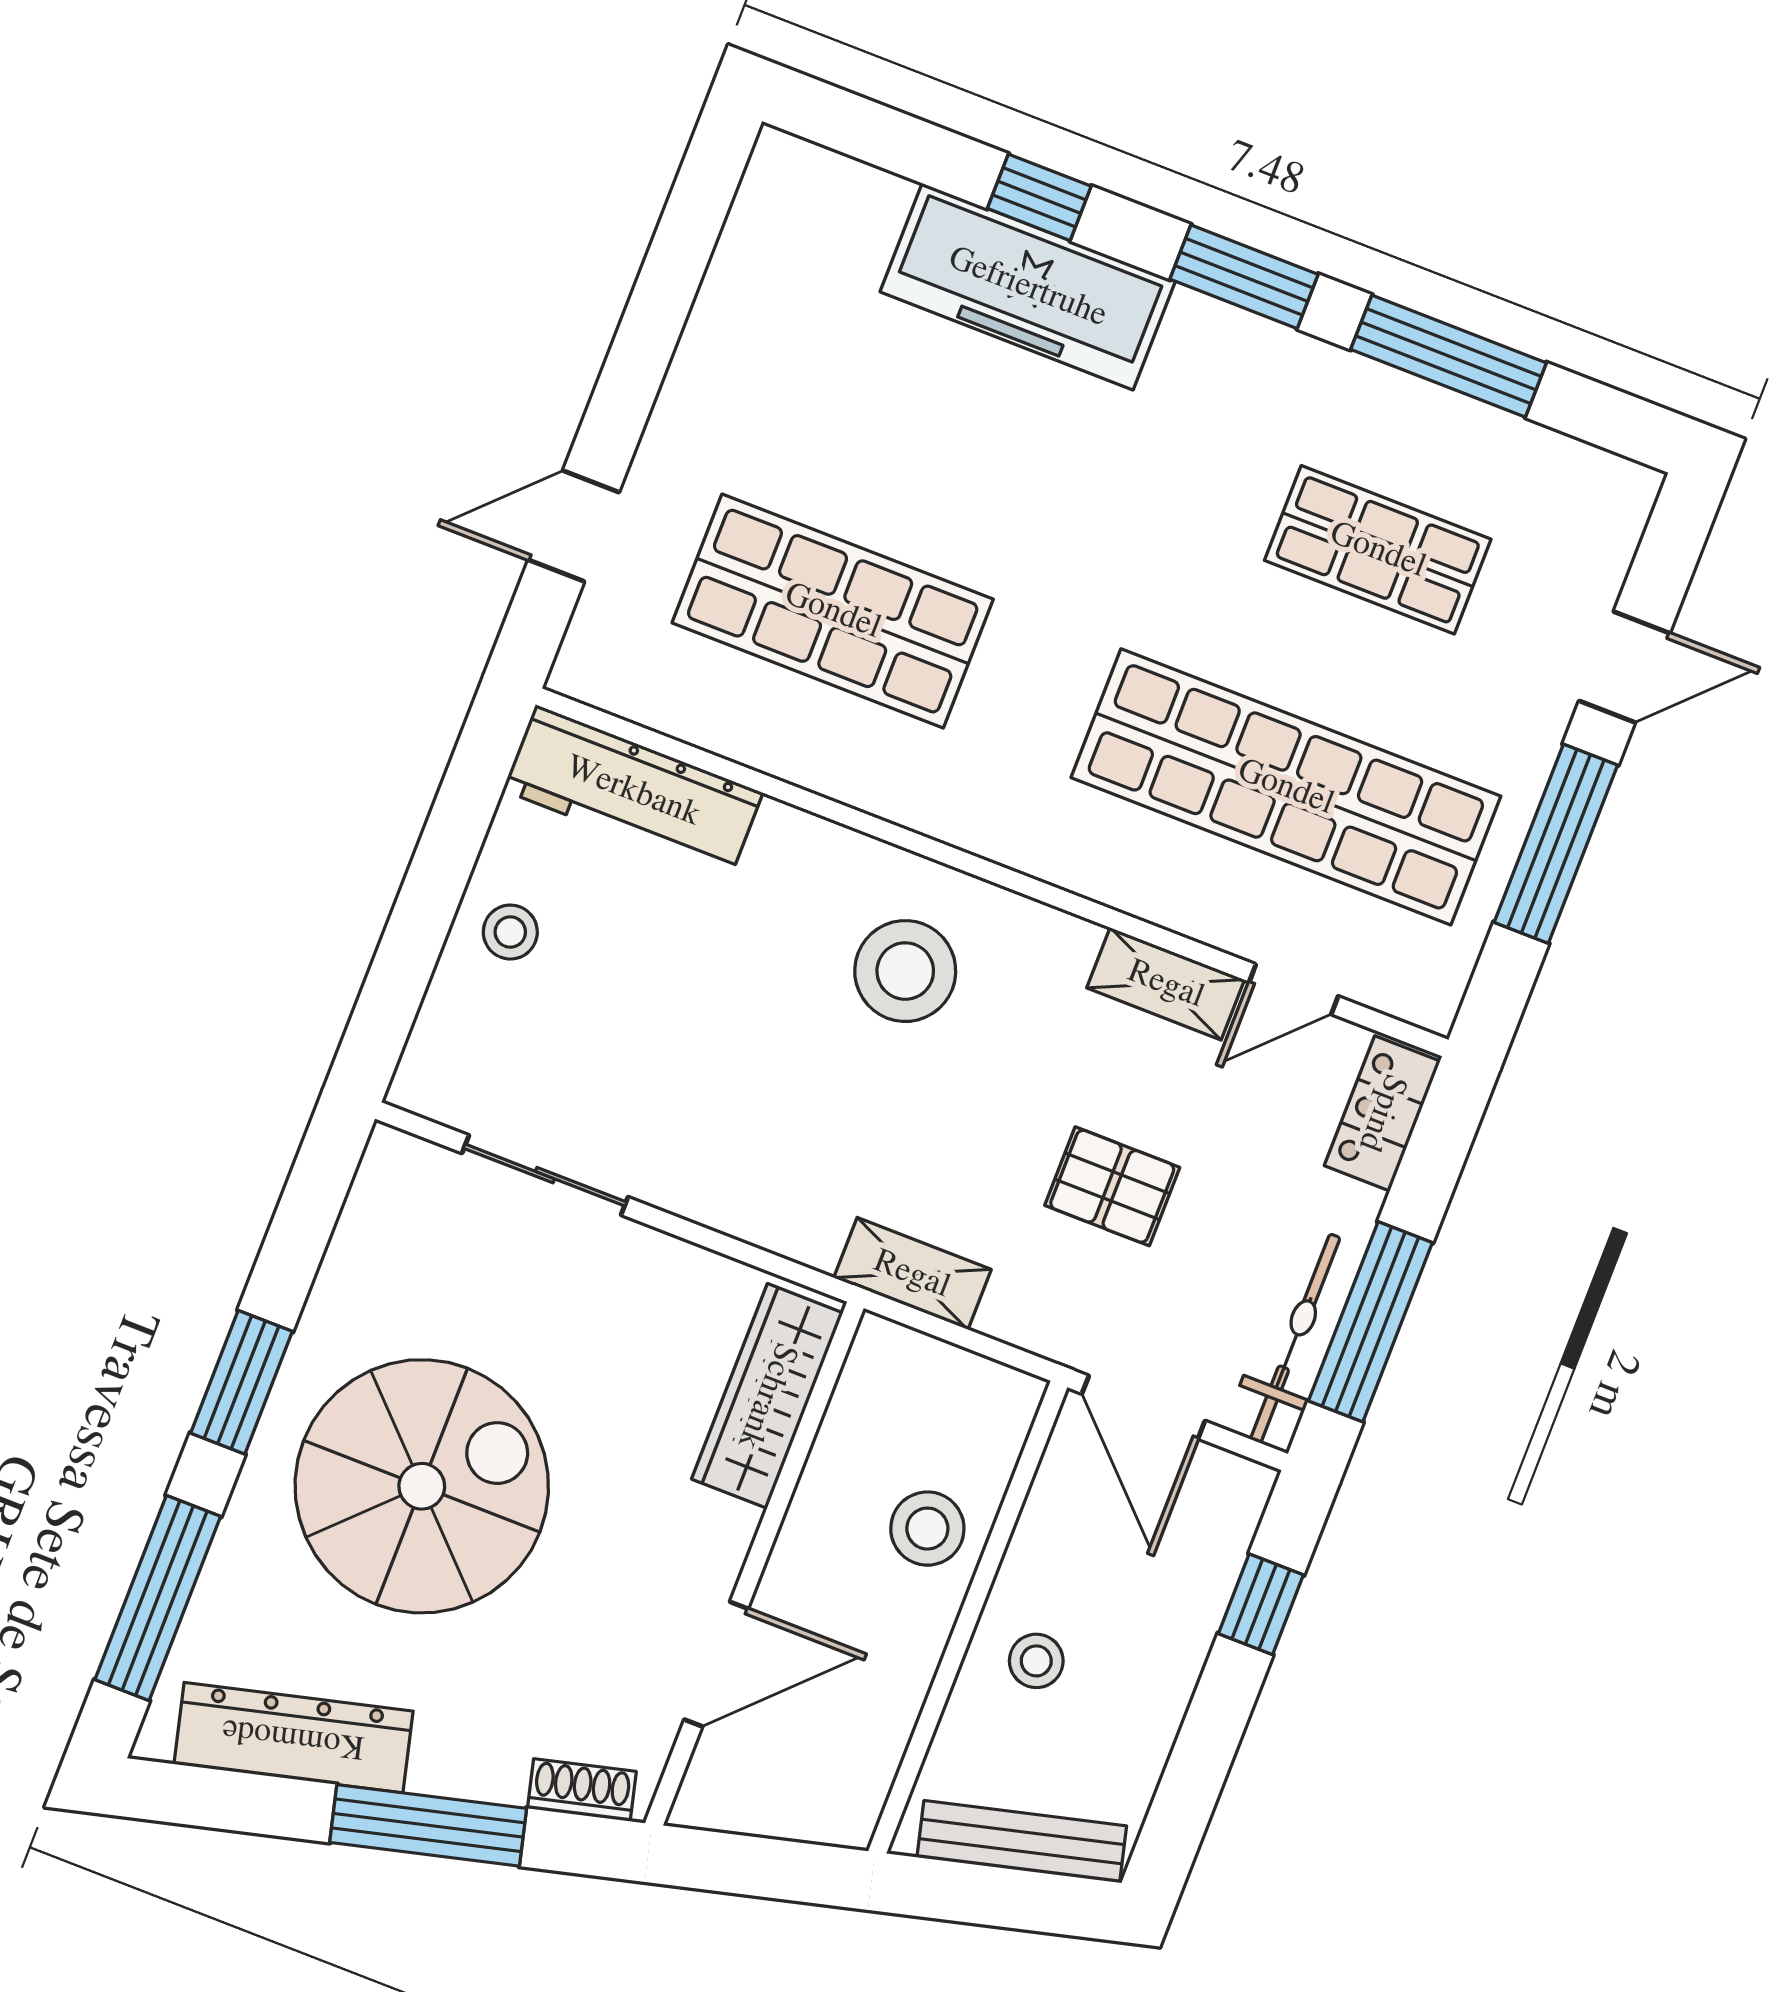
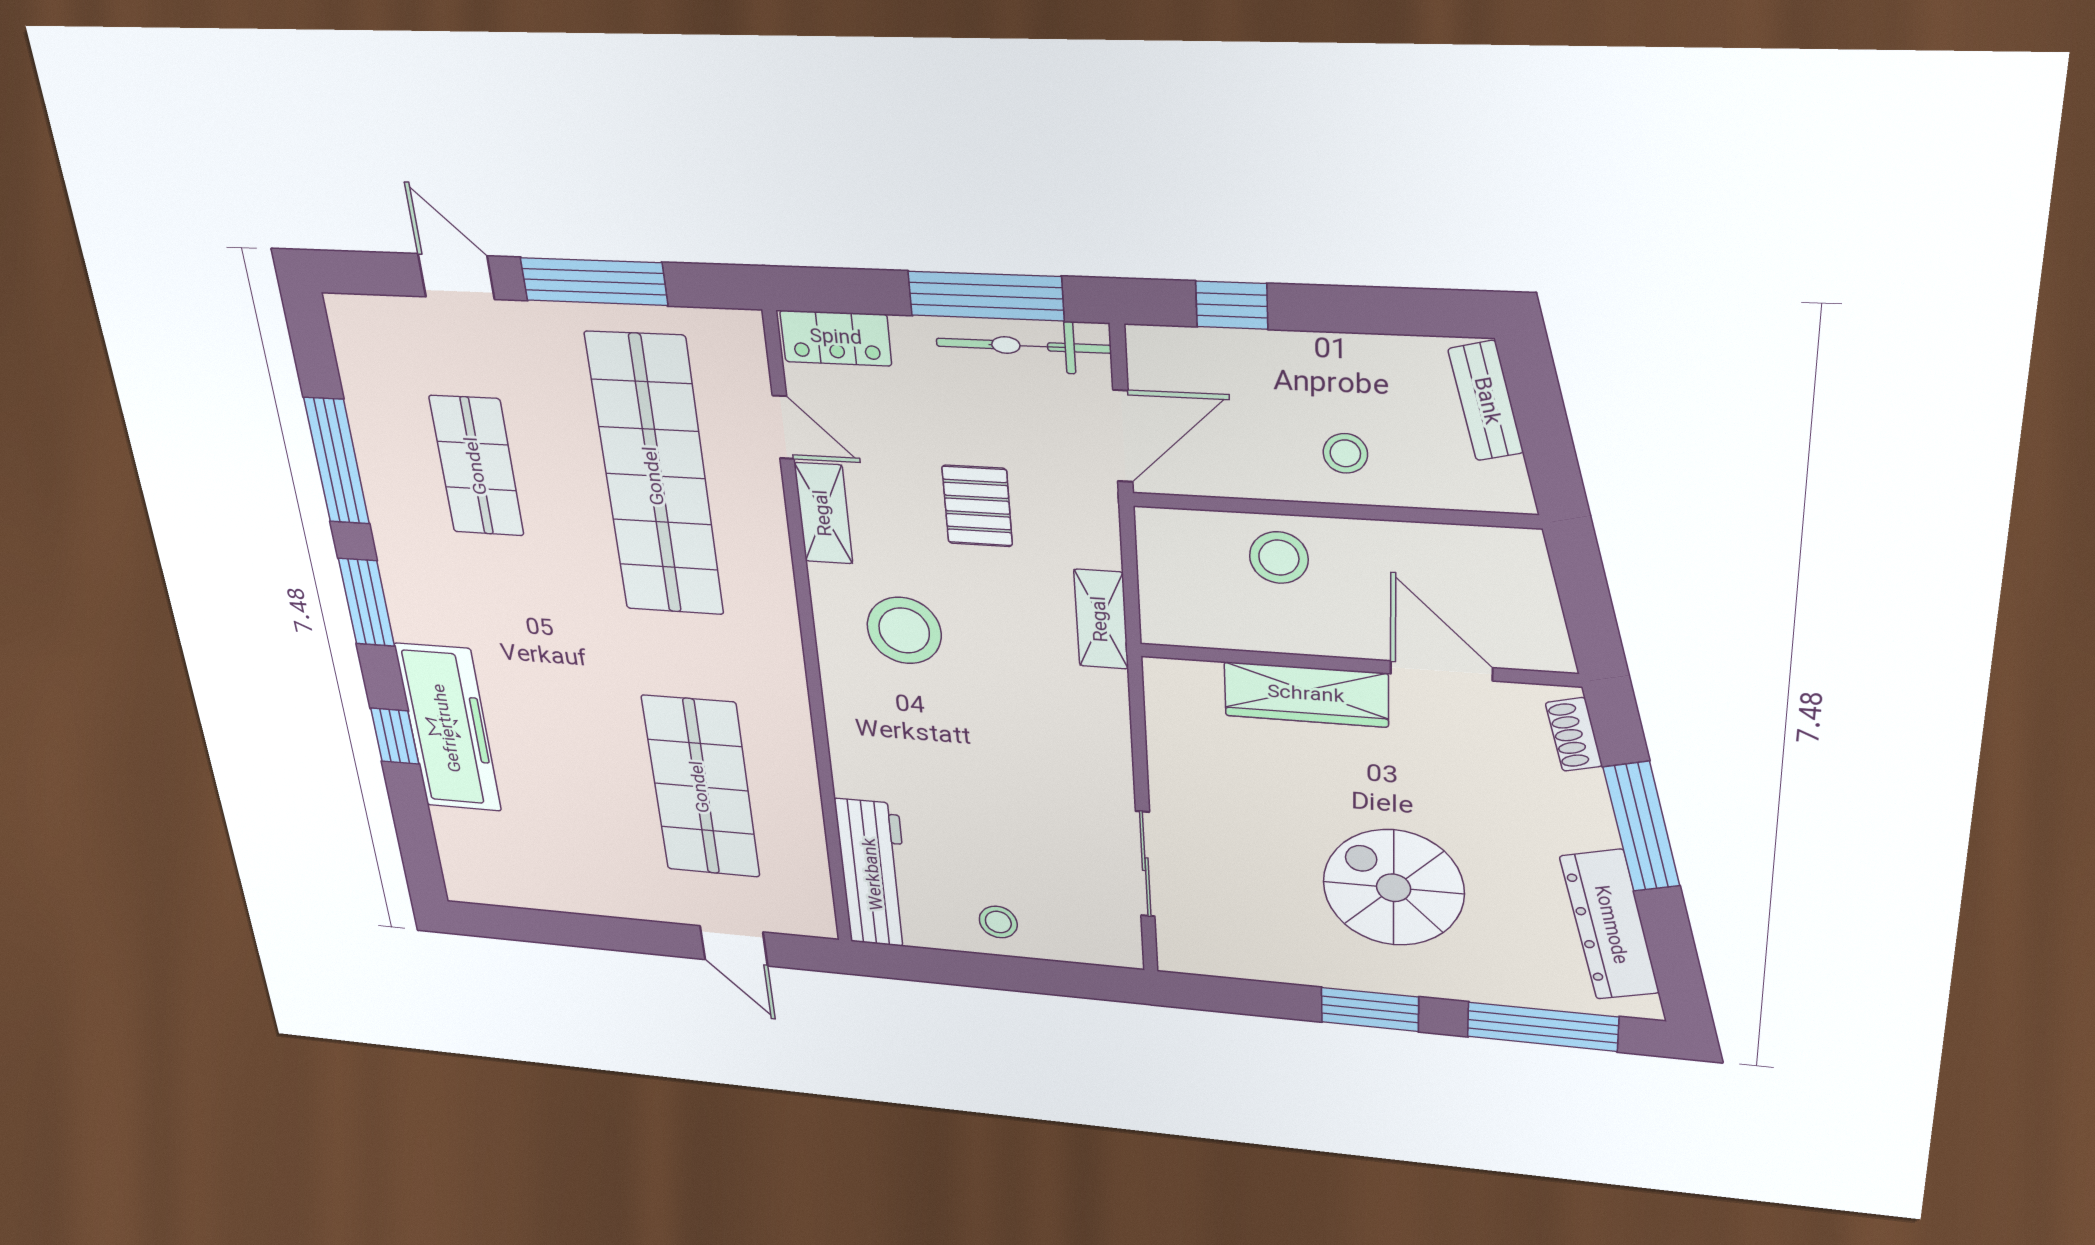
stool: (905, 971) -> (904, 631), moved
wardrobe: (767, 1396) -> (1306, 695), moved
spiral stairs: (422, 1486) -> (1394, 888), width x0.73, depth x0.73
bench: (1022, 1842) -> (1486, 401), width x0.73

